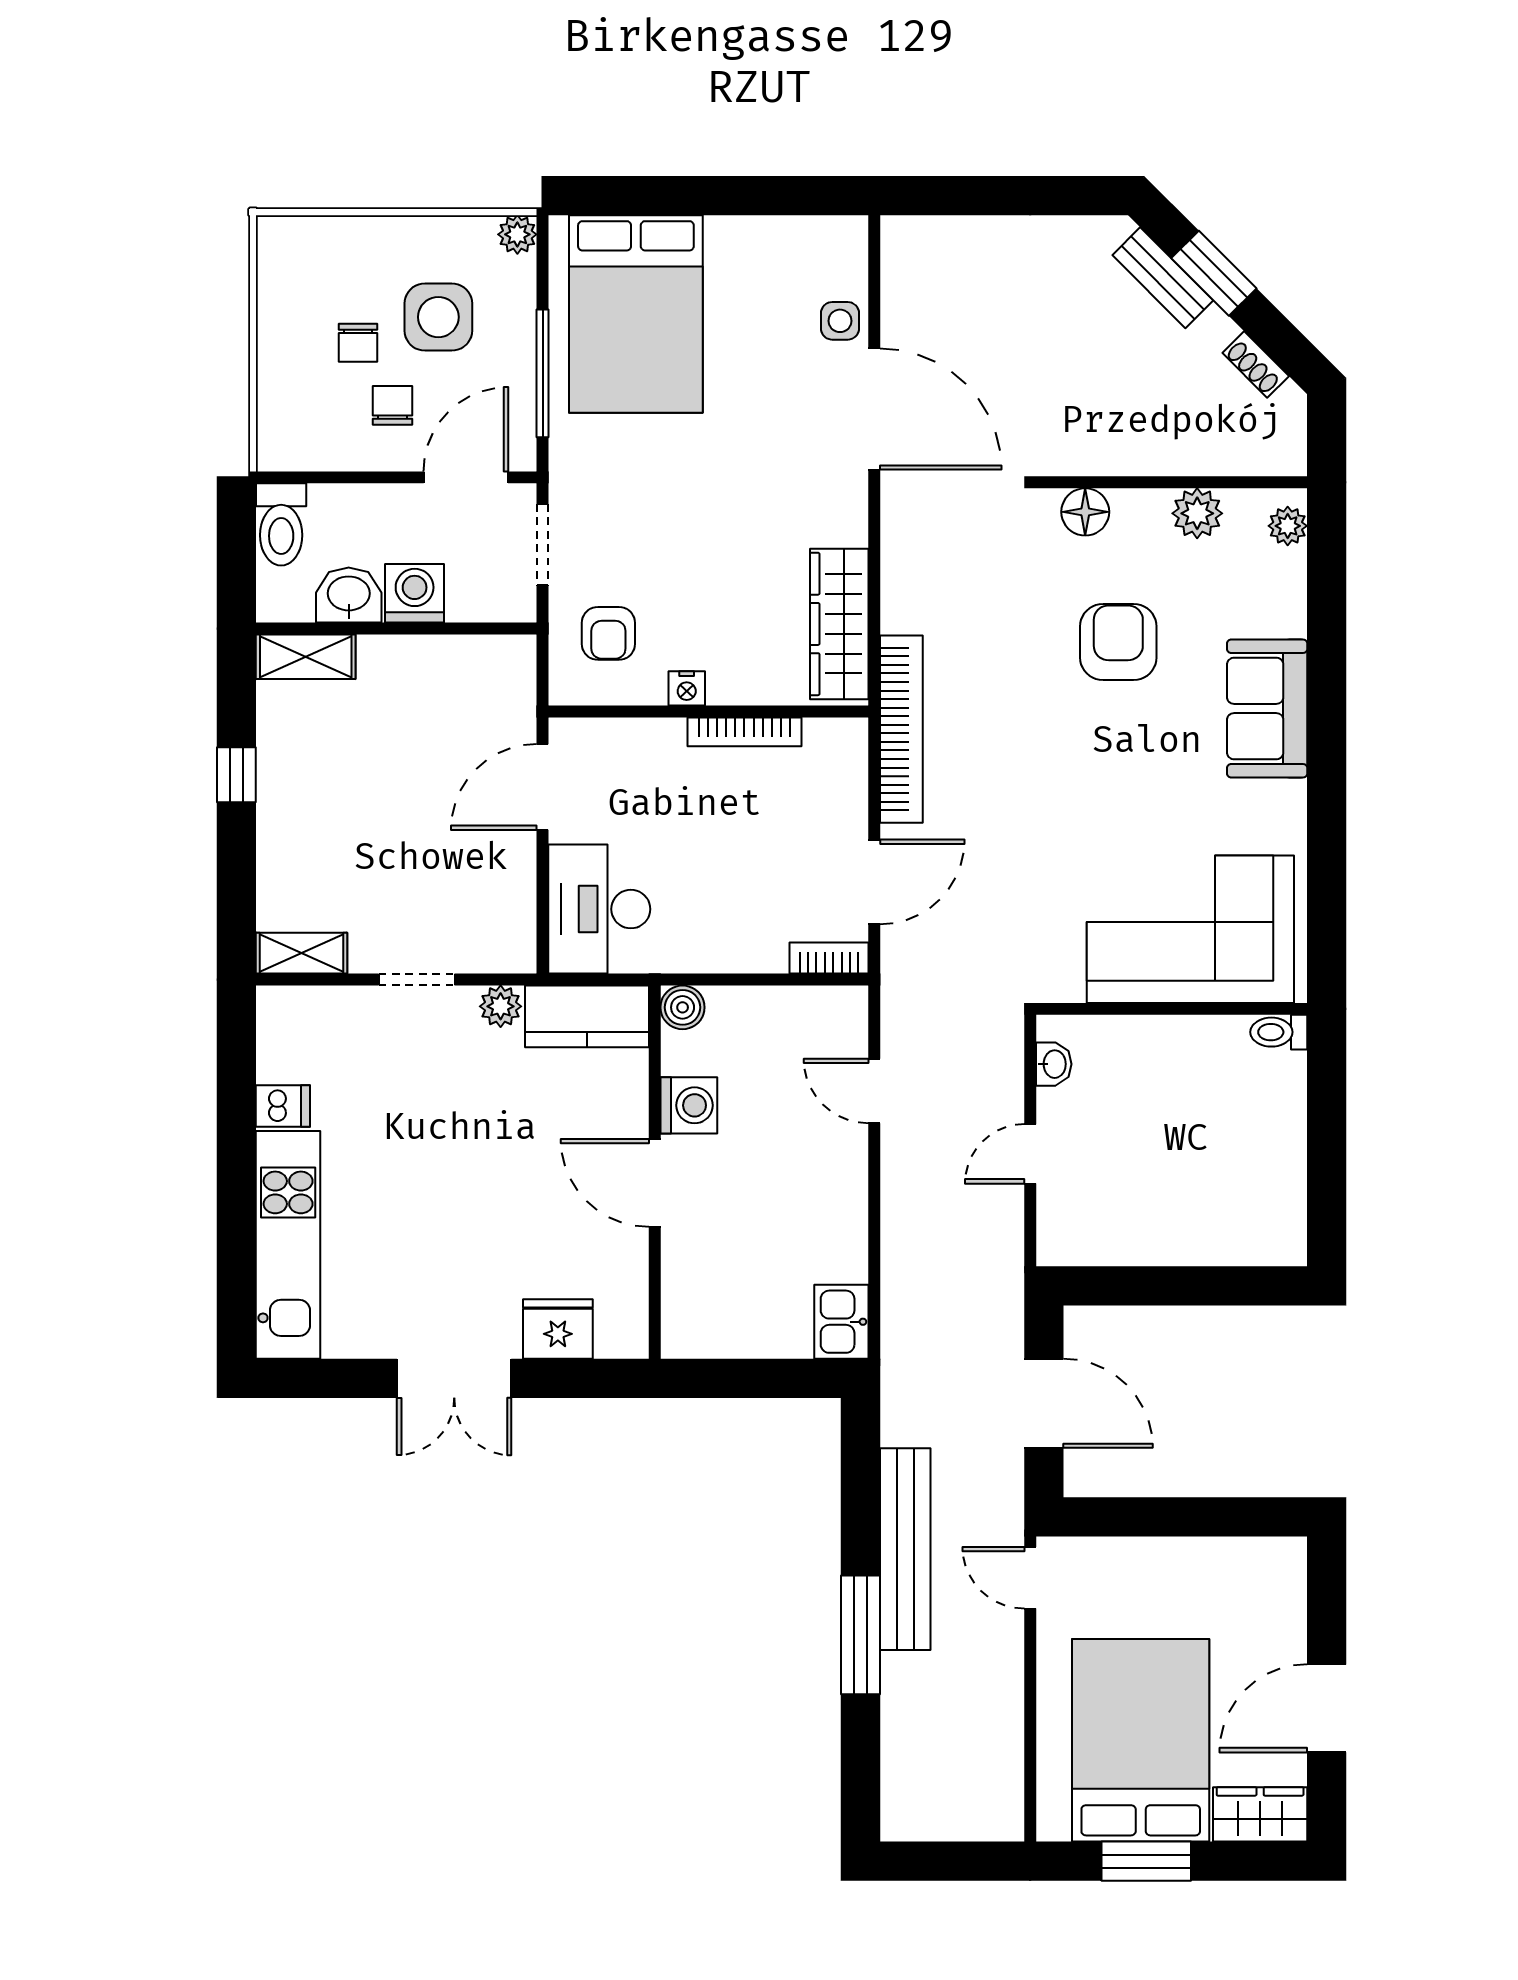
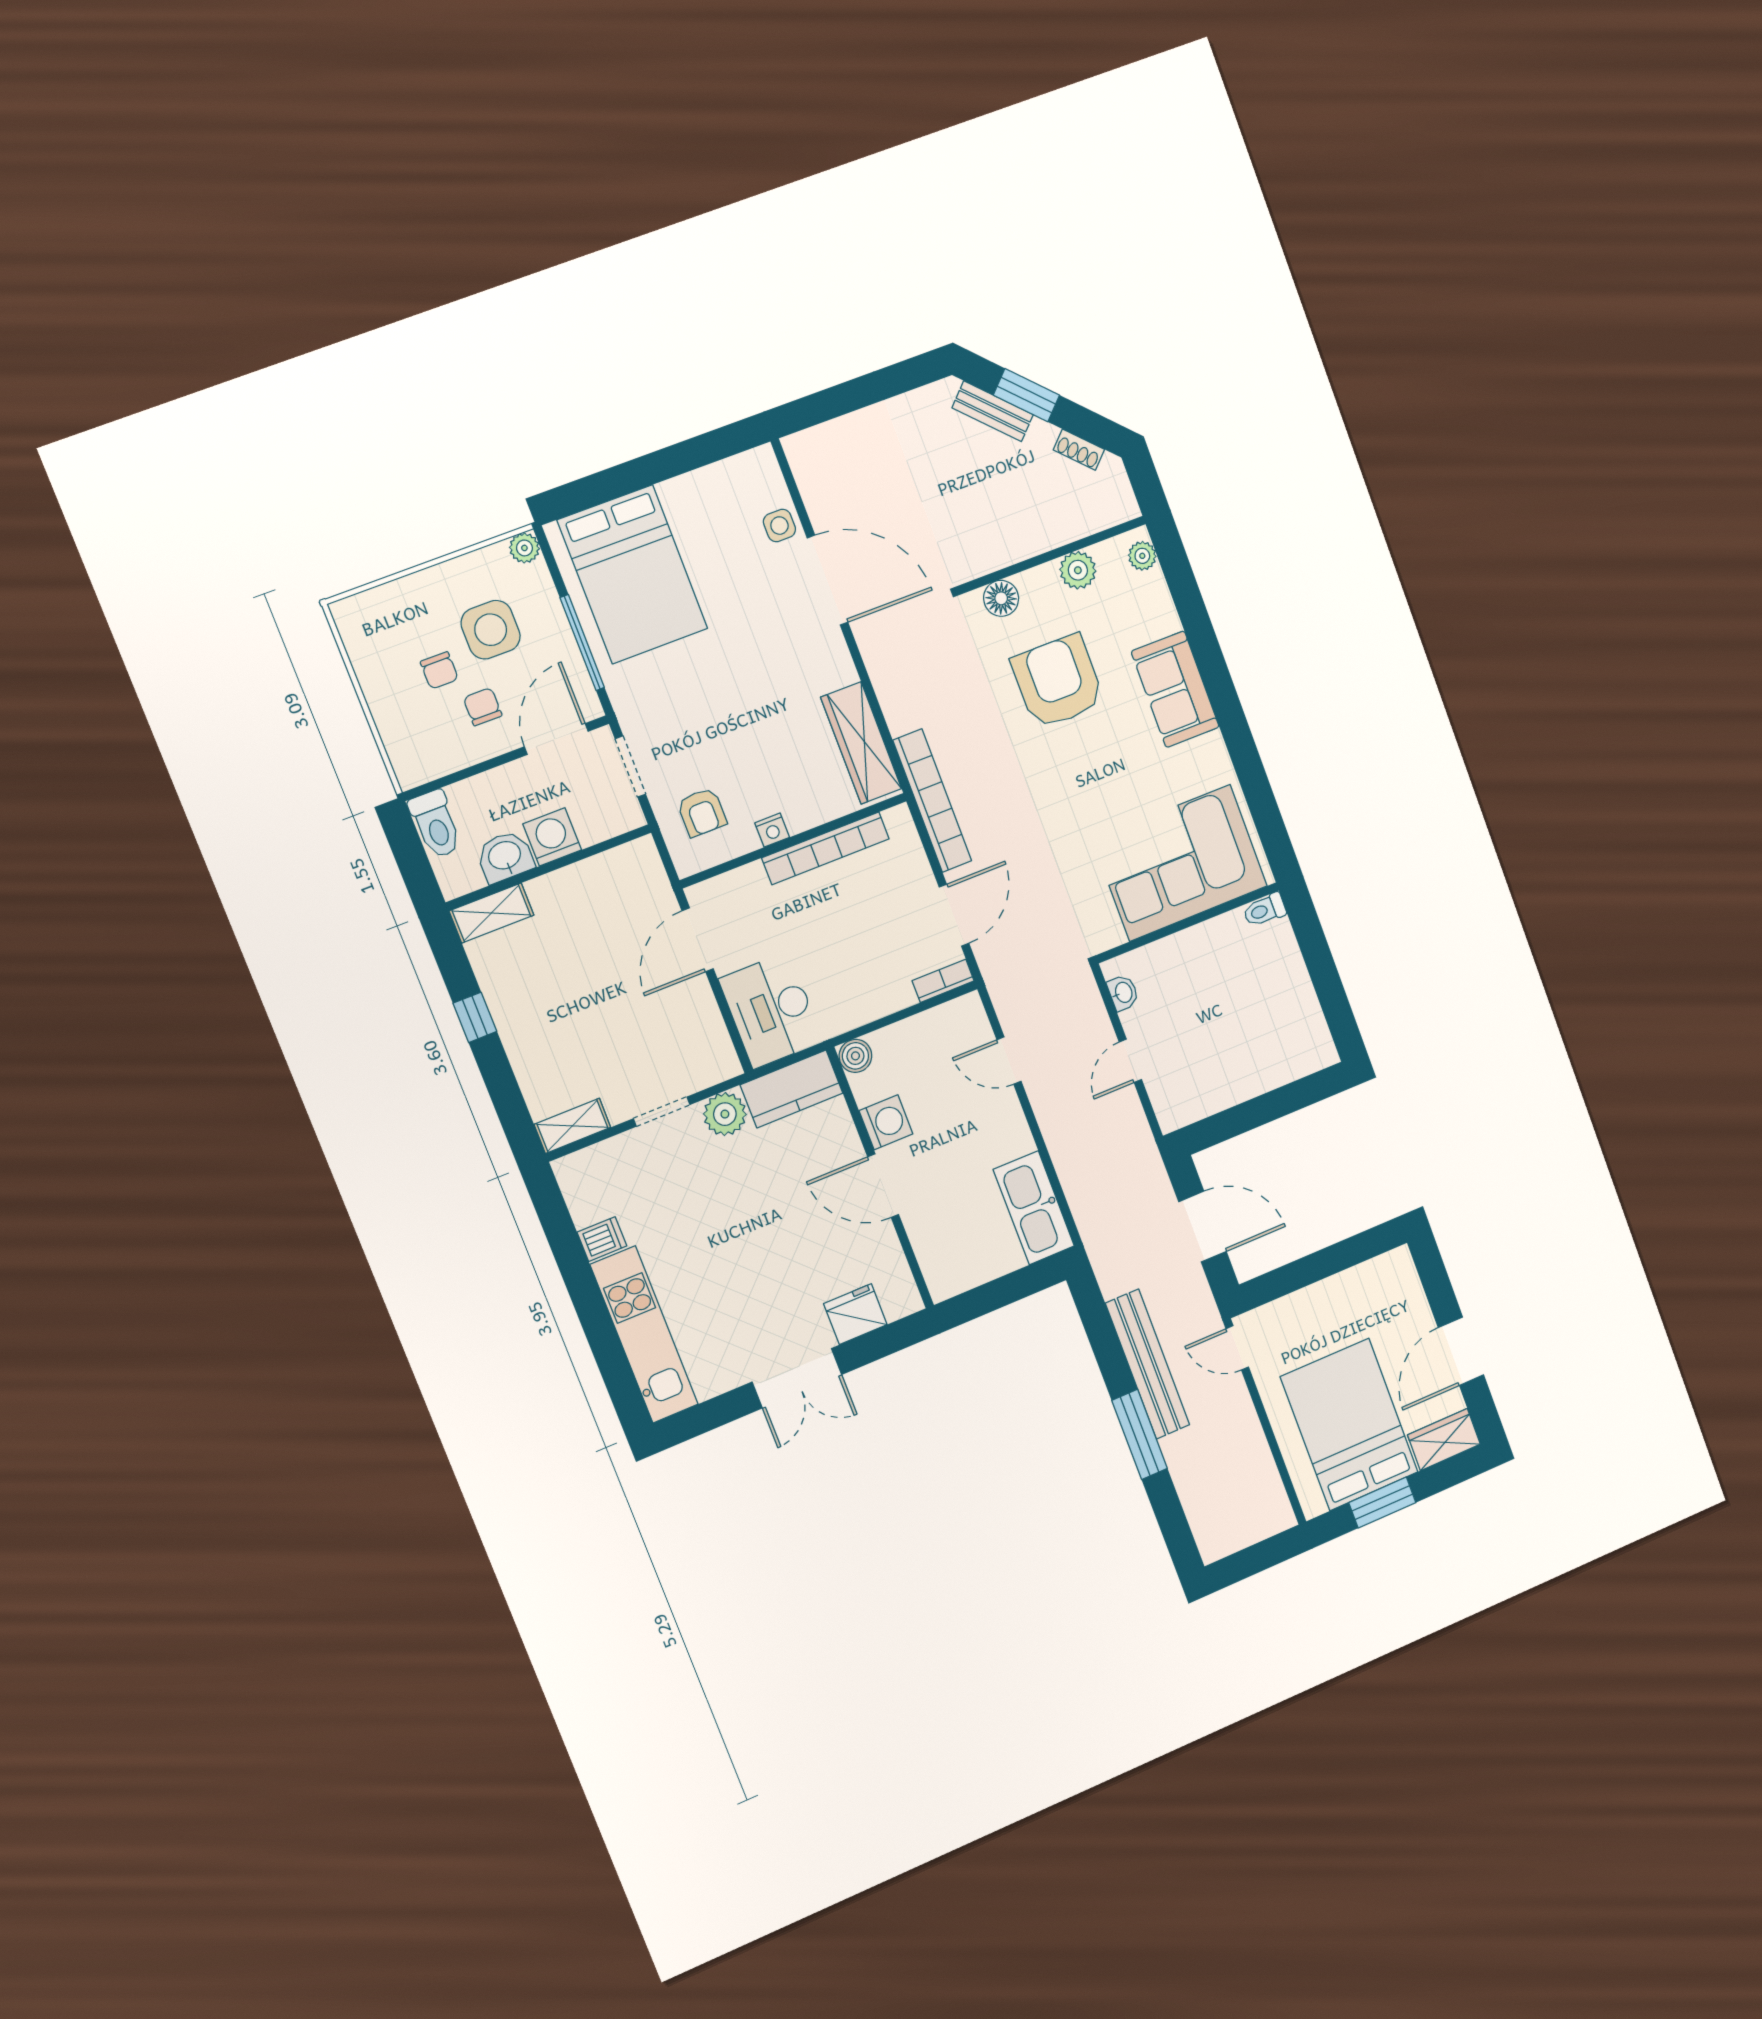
armchair: (1118, 642) -> (1058, 682), width x1.36, depth x1.36
bookcase: (744, 732) -> (826, 848), width x1.48, depth x1.31
plant: (501, 1006) -> (725, 1114), width x1.38, depth x1.38
kitchen sink: (841, 1322) -> (1034, 1208), width x1.88, depth x1.24

